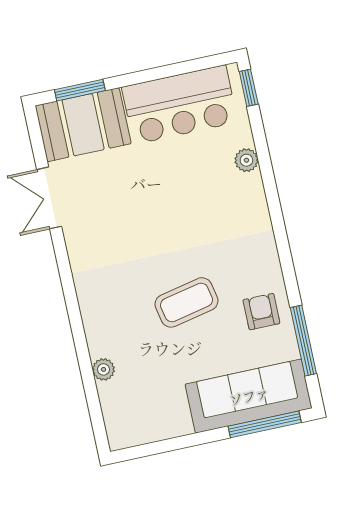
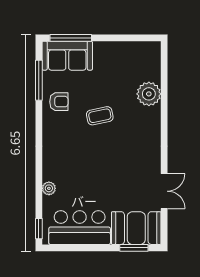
coffee table: (186, 302) -> (100, 116), width x0.73, depth x0.77
armchair: (261, 312) -> (59, 102), turned -90
plant: (104, 369) -> (149, 94), width x1.88, depth x1.88
sofa: (249, 396) -> (67, 56), width x0.73

